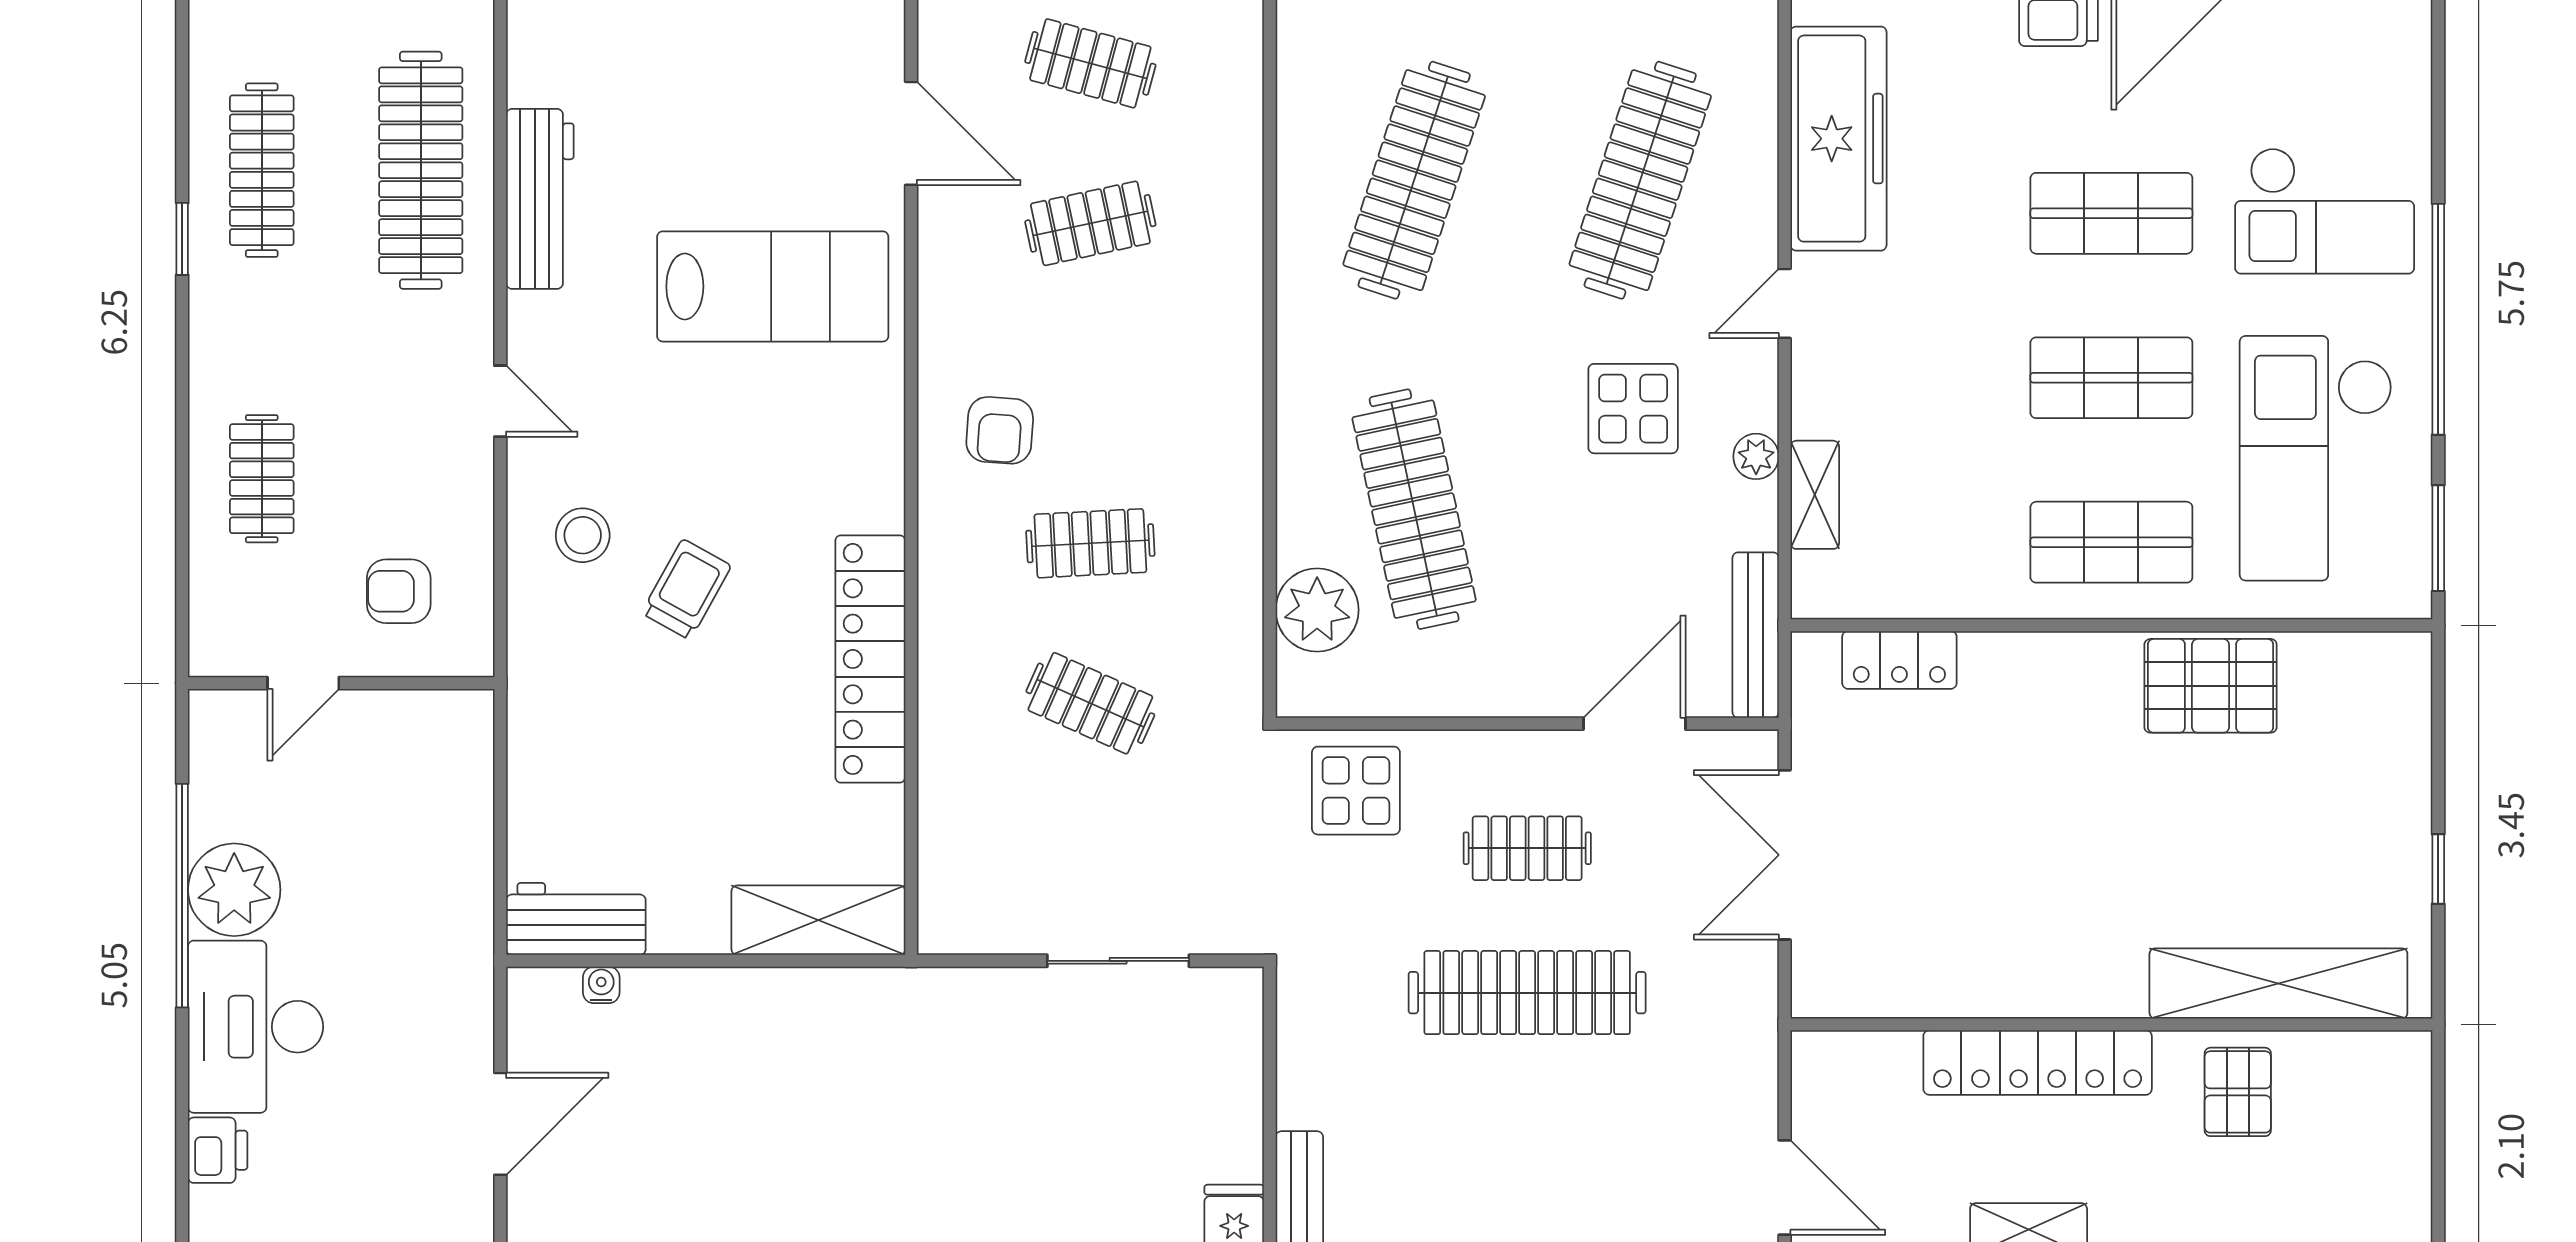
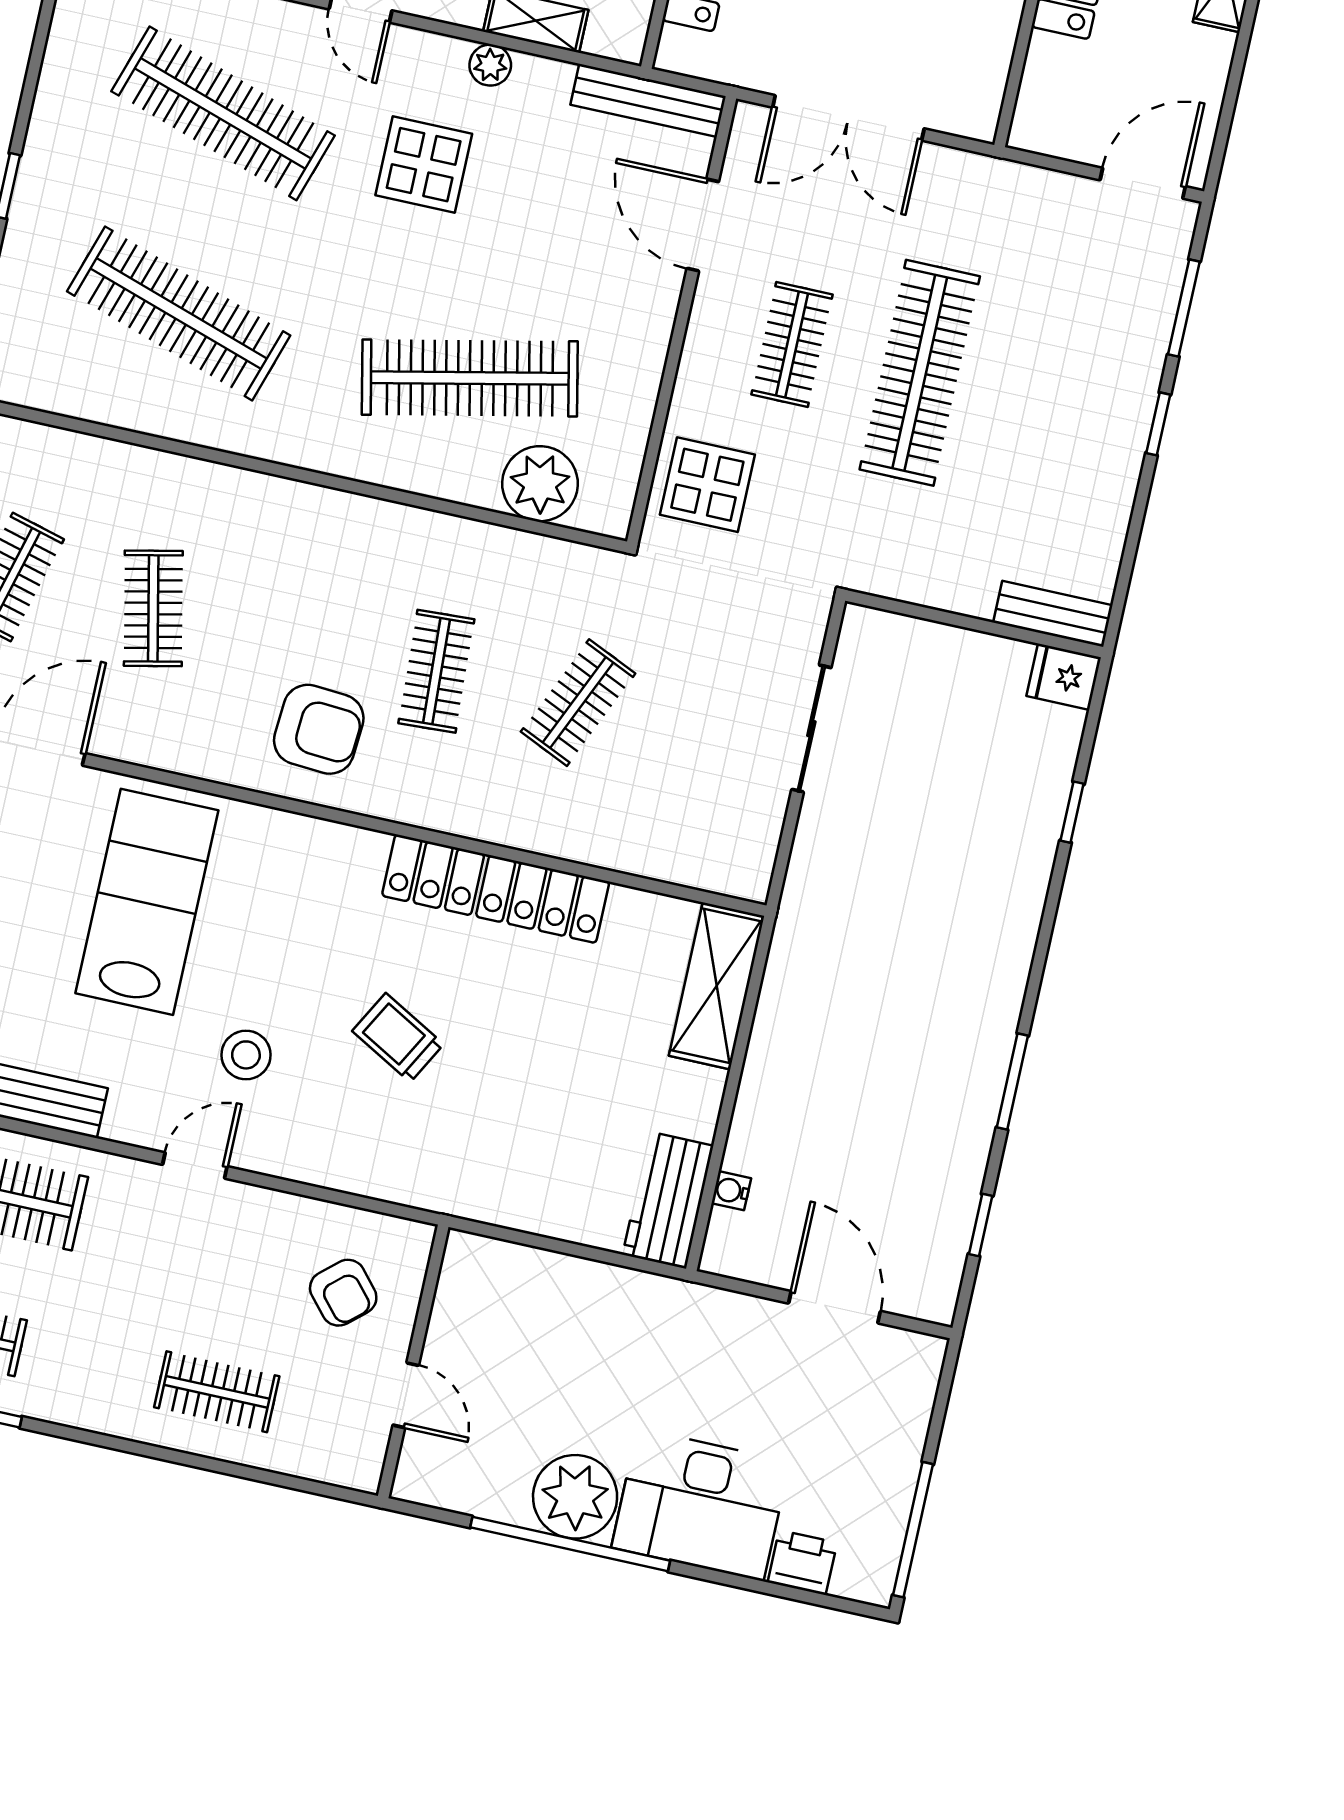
armchair: (1000, 430) -> (319, 729), width x1.38, depth x1.38
stool: (583, 535) -> (246, 1055), moved
armchair: (399, 591) -> (343, 1293), turned -41

